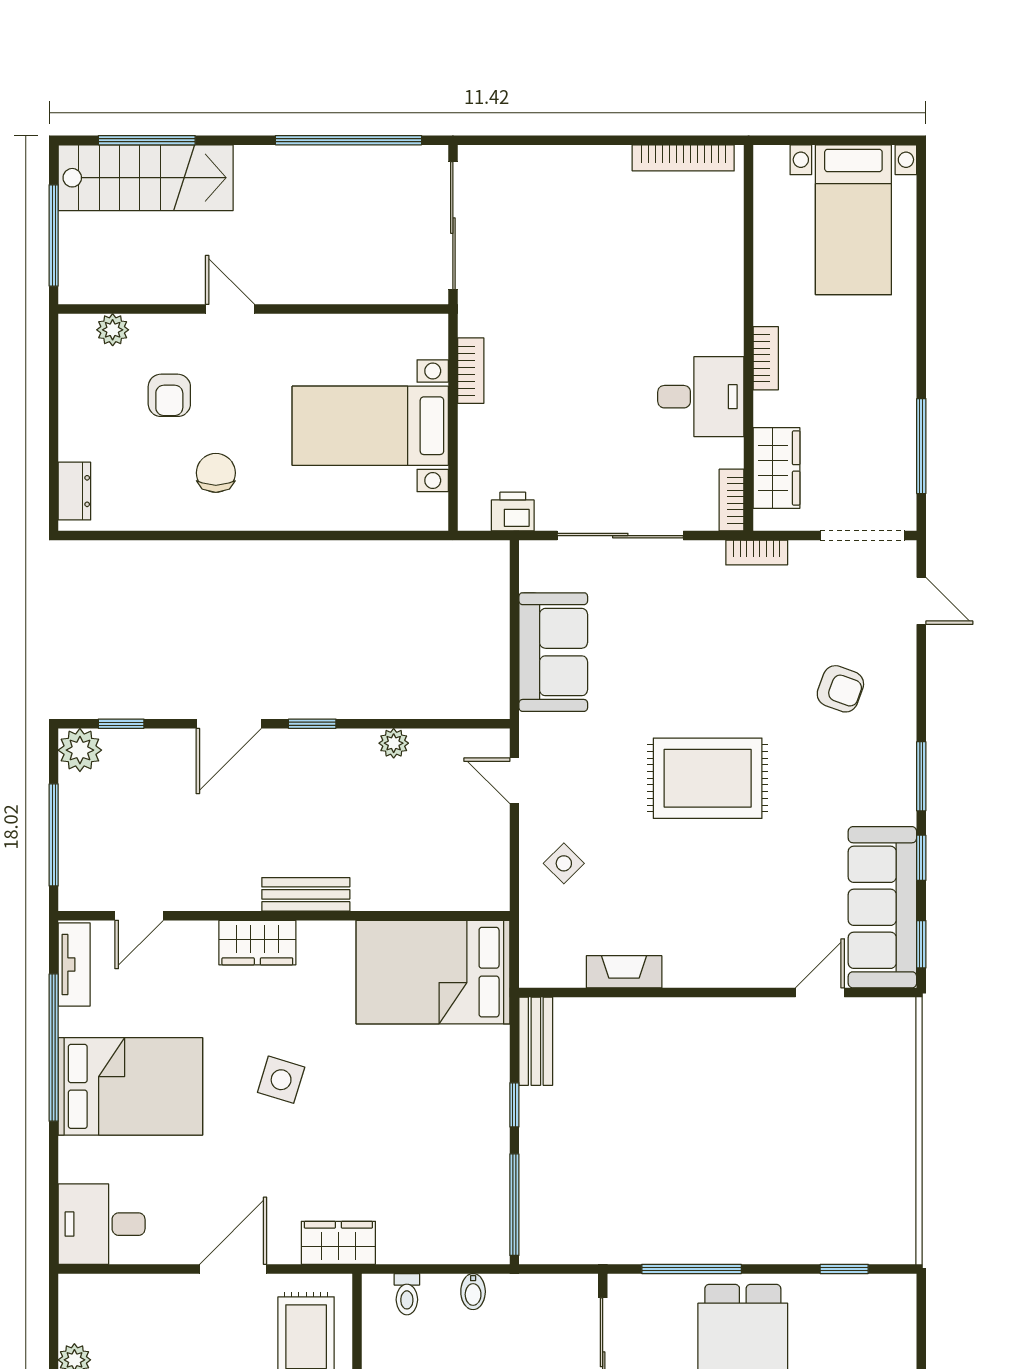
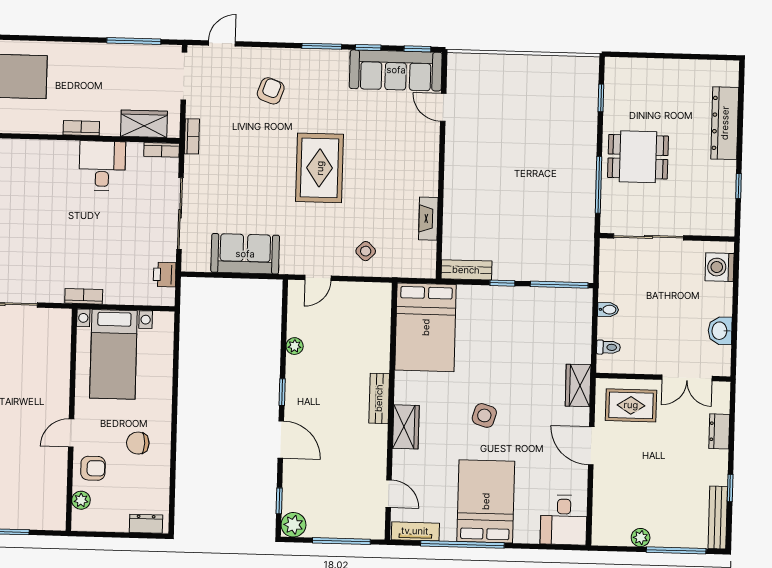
door: (230, 309) -> (71, 433), moved
wall: (253, 309) -> (71, 420), moved
plant: (113, 330) -> (81, 500), moved

